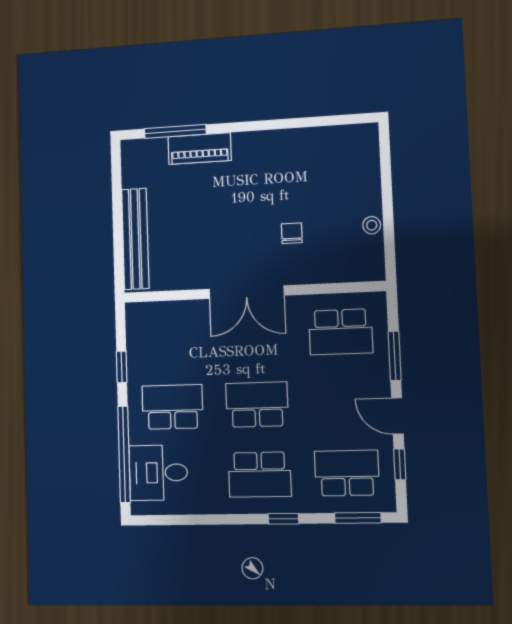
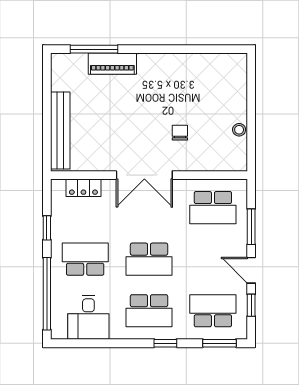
locker: (167, 312) -> (83, 188), added
school desk: (257, 405) -> (149, 259), turned 180
desk: (158, 473) -> (88, 317), moved, turned -90

